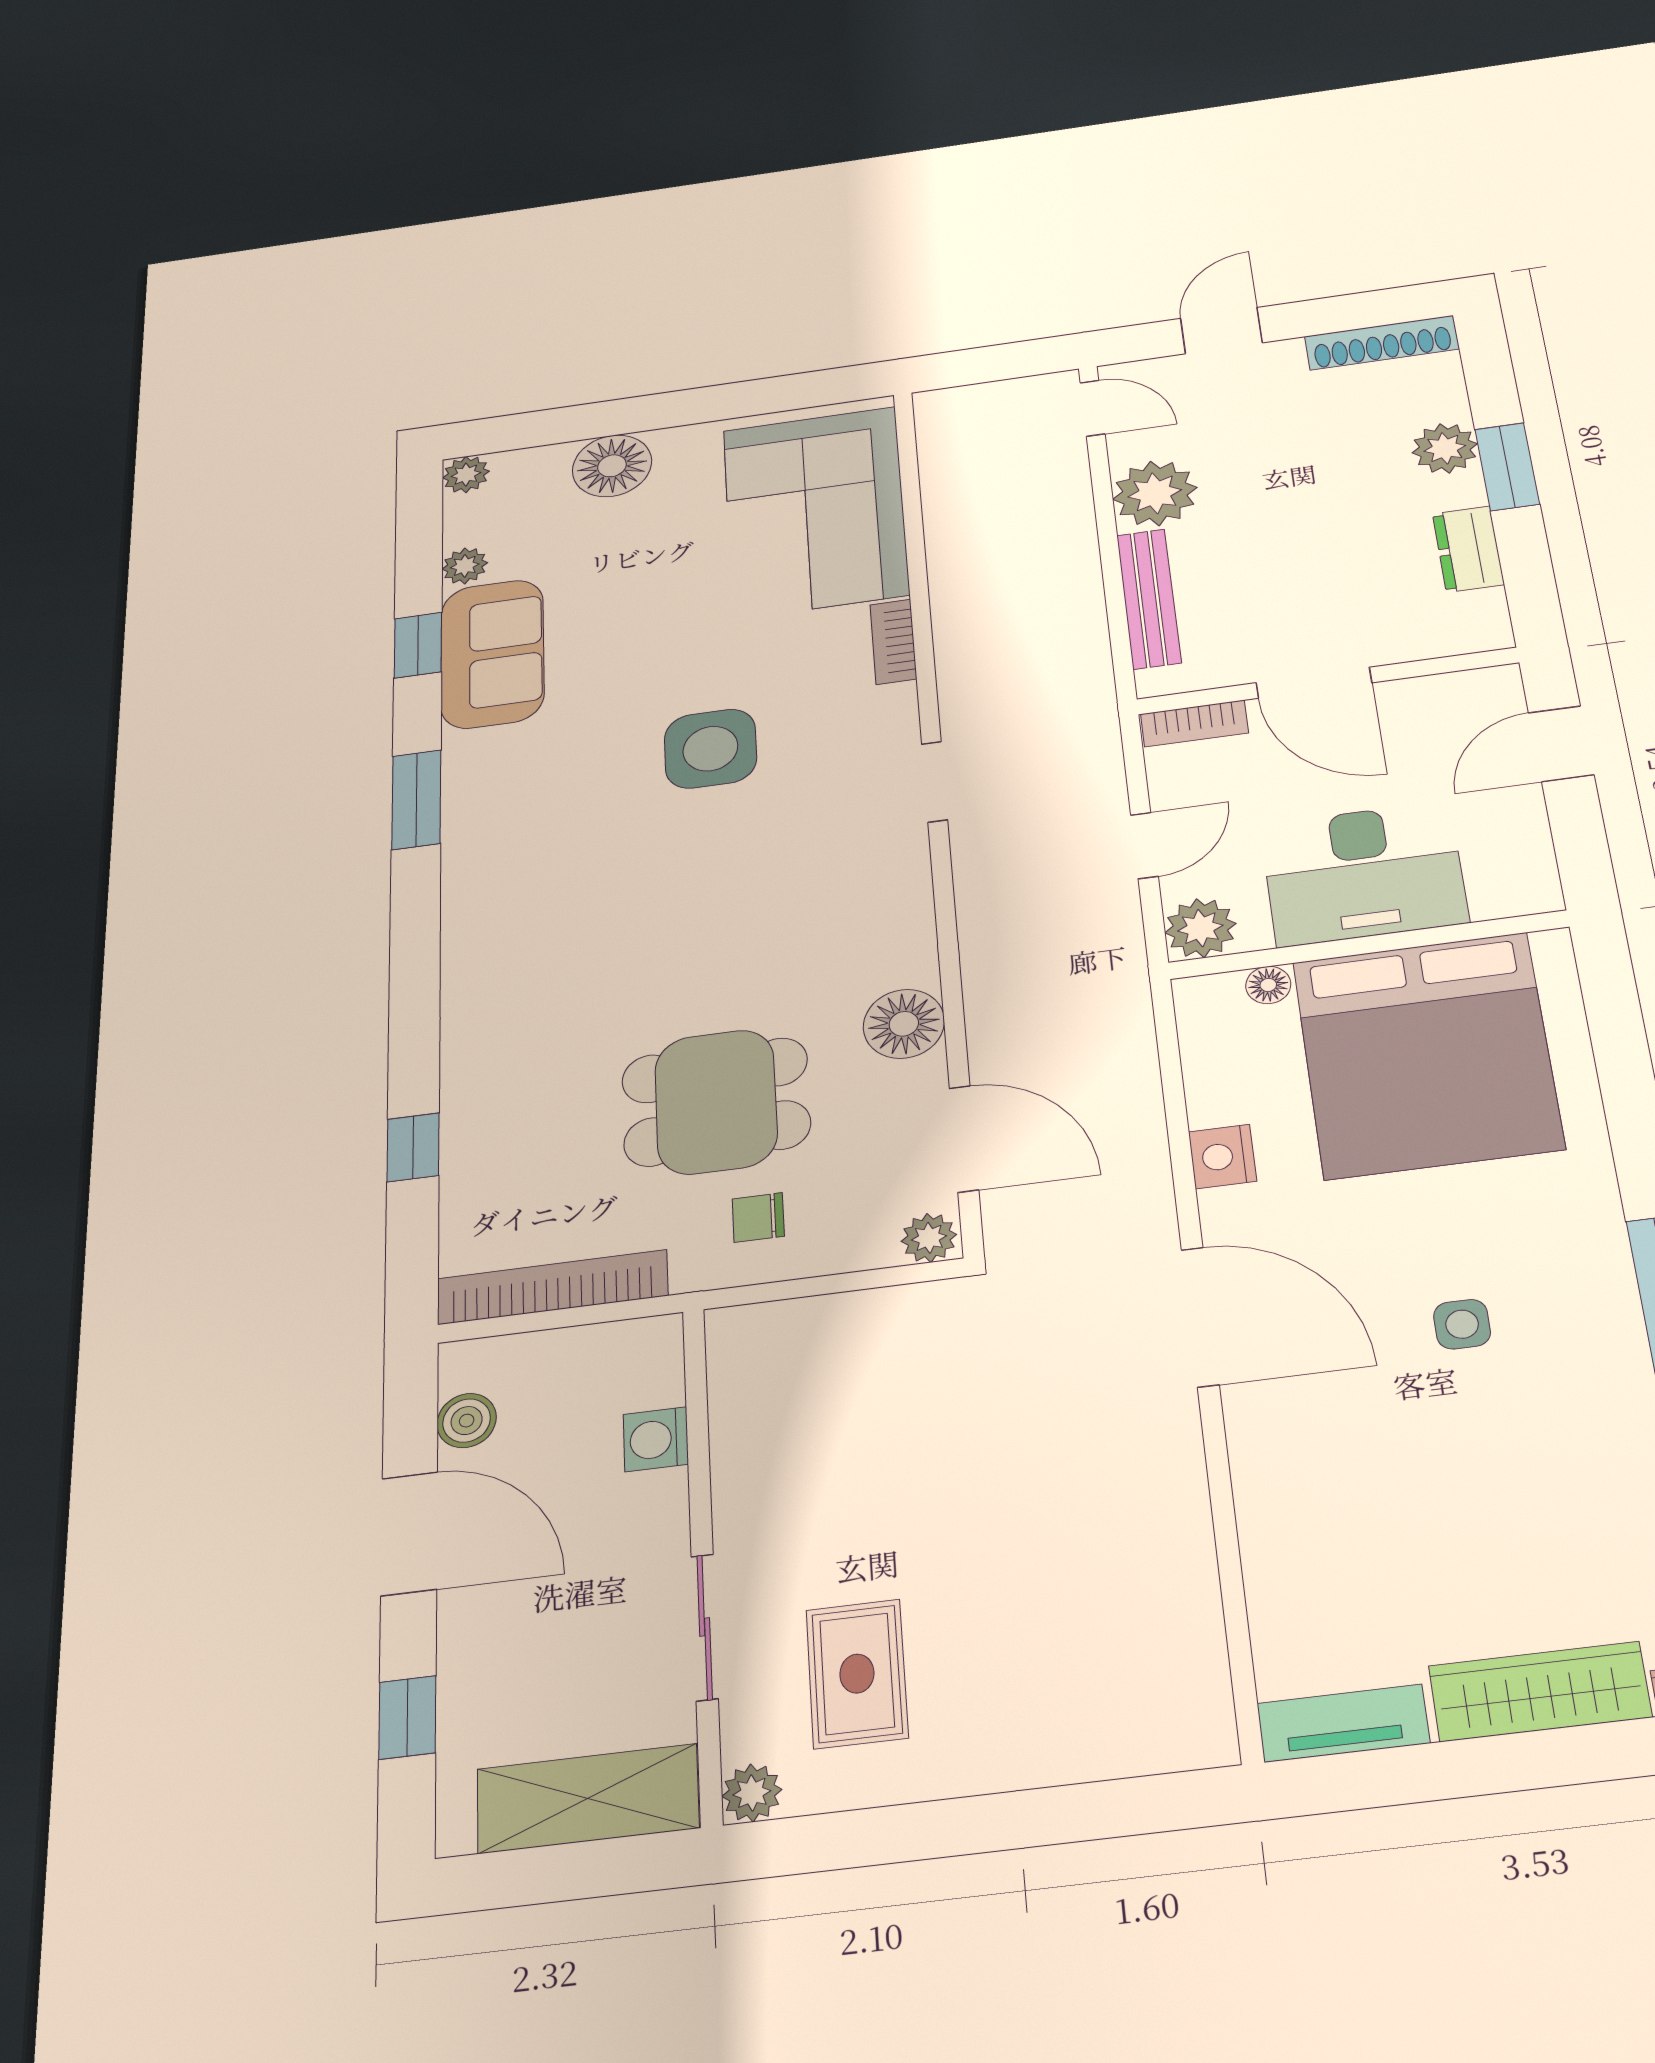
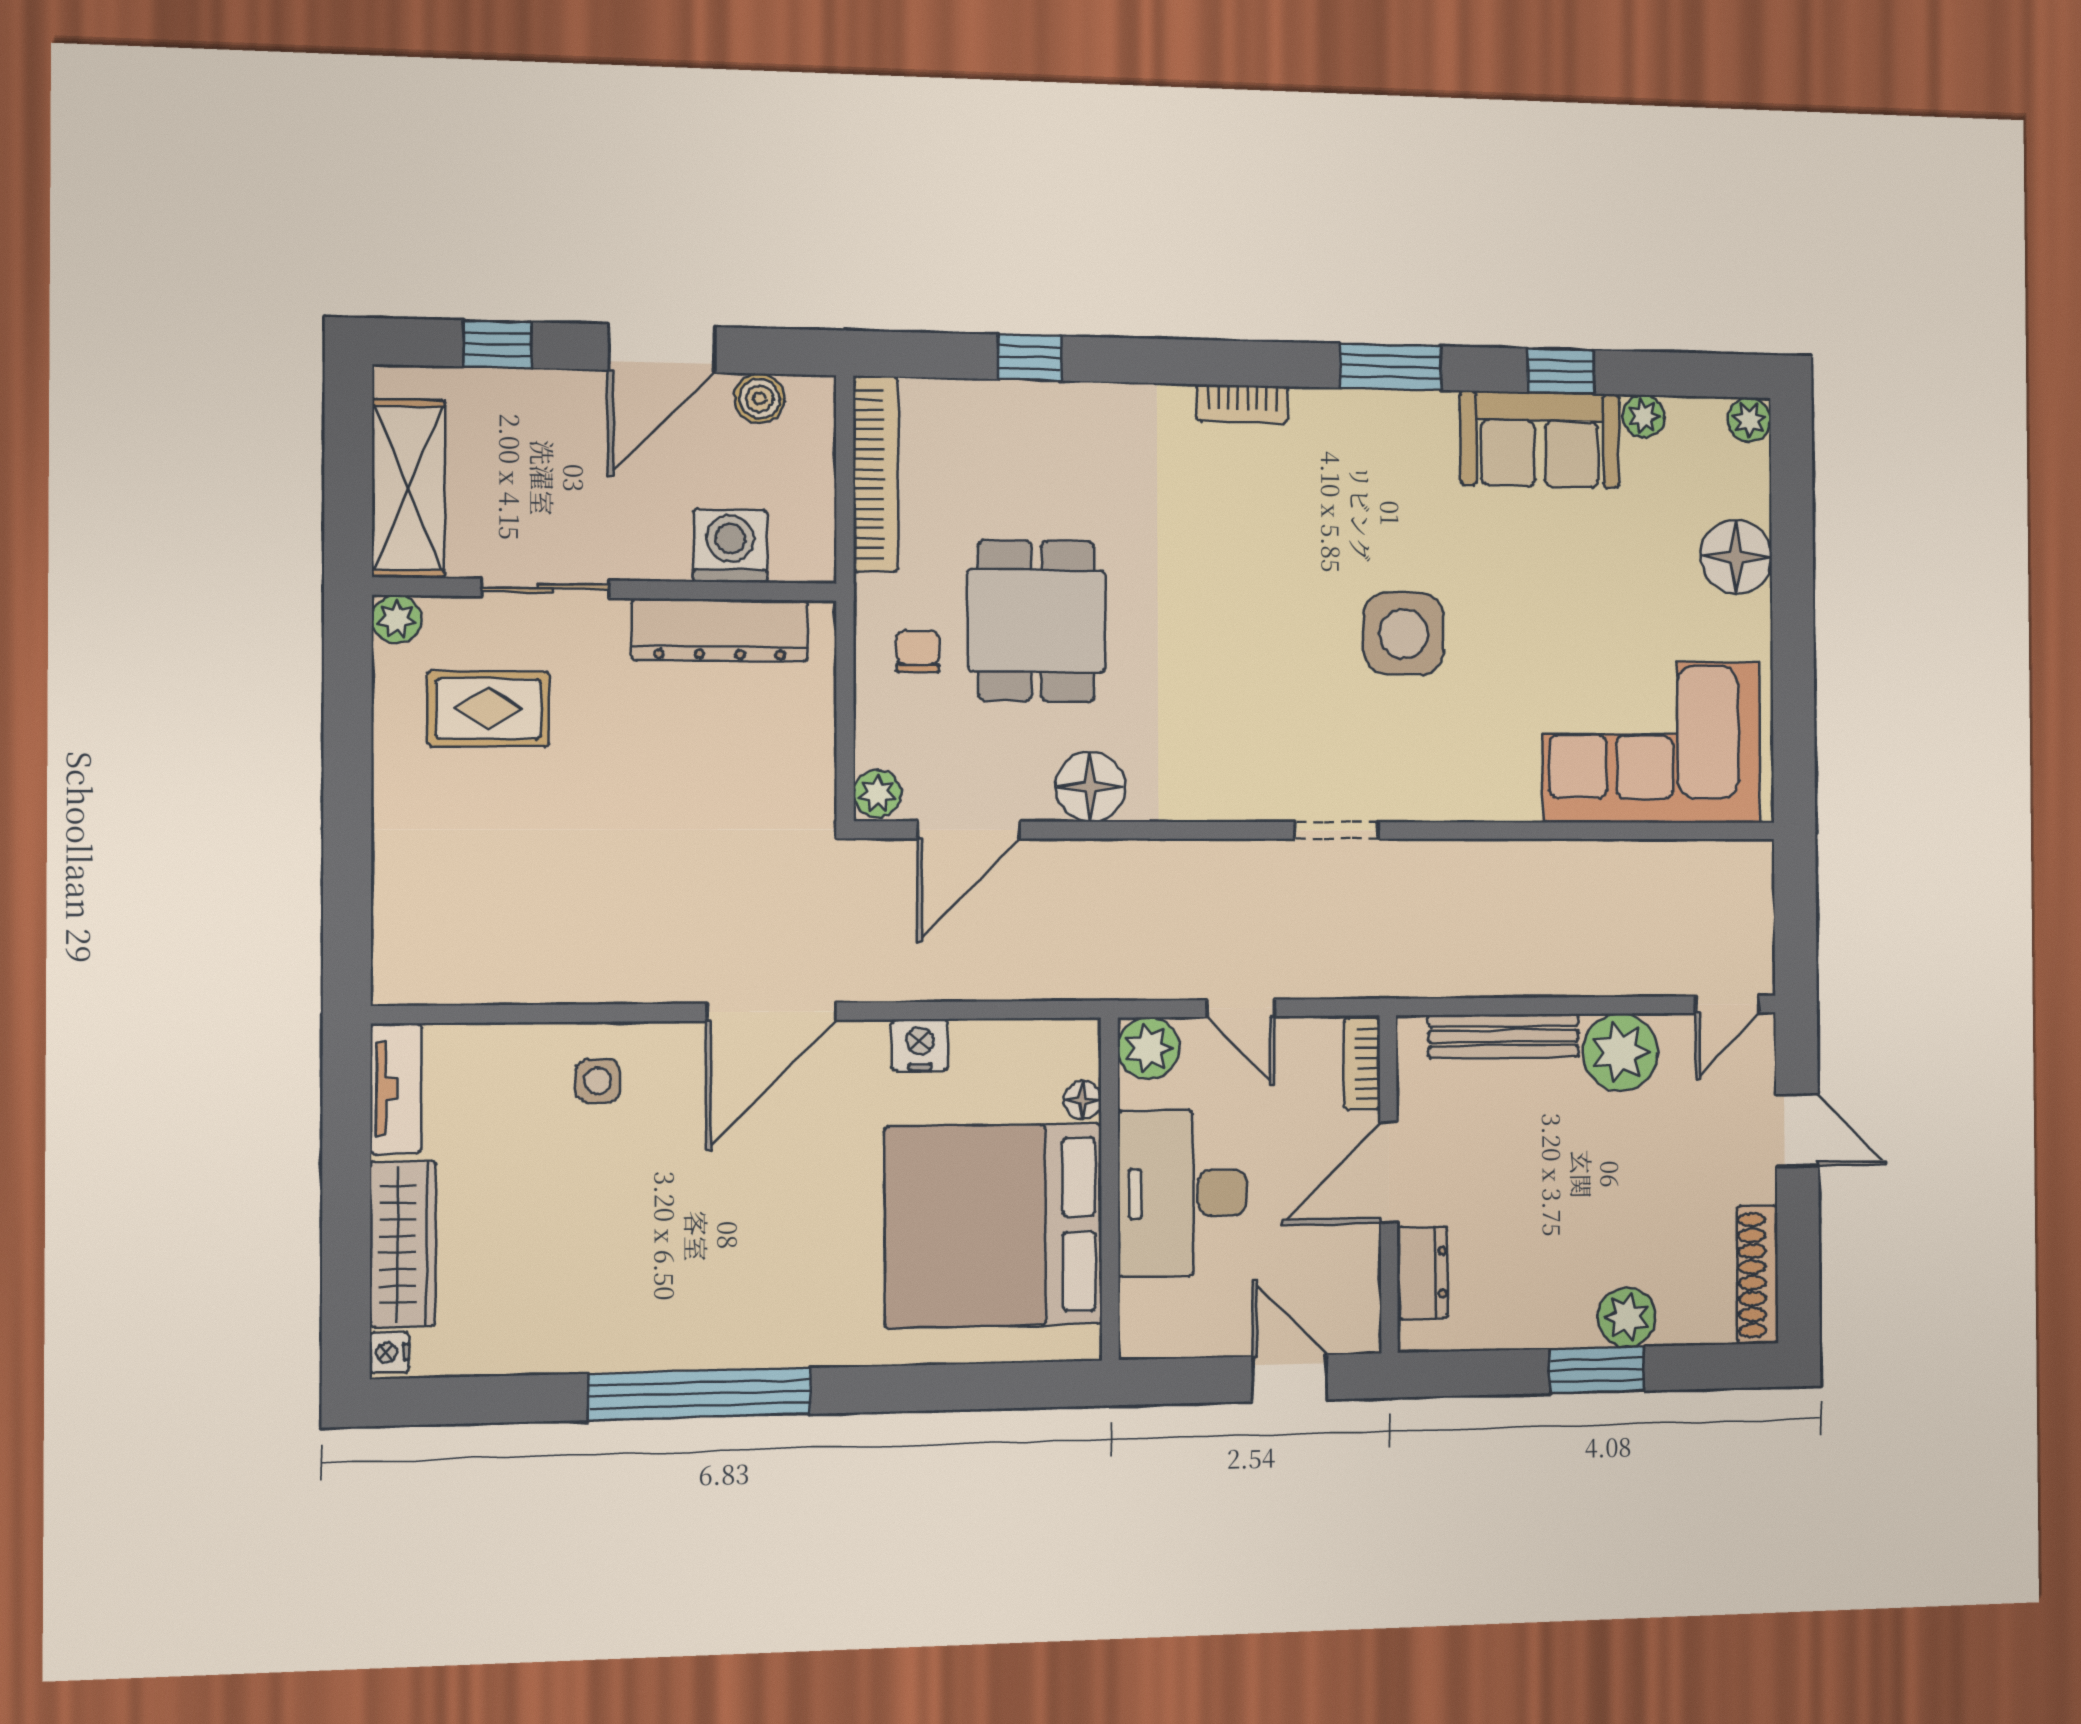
dresser: (1468, 549) -> (1423, 1273), moved, turned 90
bookcase: (893, 642) -> (1243, 404), moved, turned 180
side table: (1462, 1324) -> (598, 1081), moved
dresser: (745, 1429) -> (720, 630), added
washing machine: (656, 1439) -> (730, 546), width x1.38, depth x1.38

